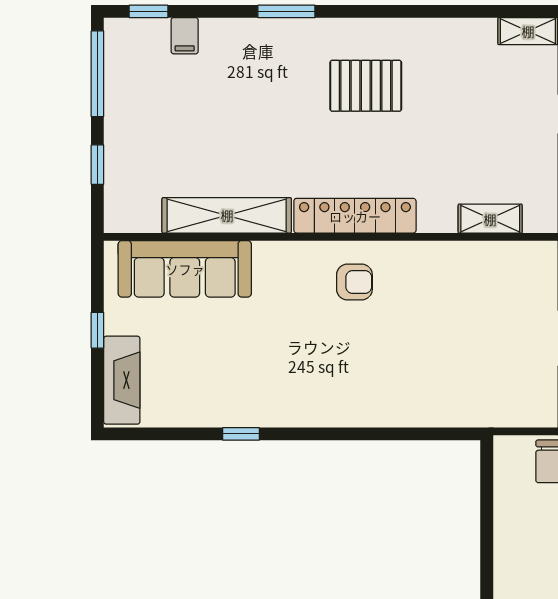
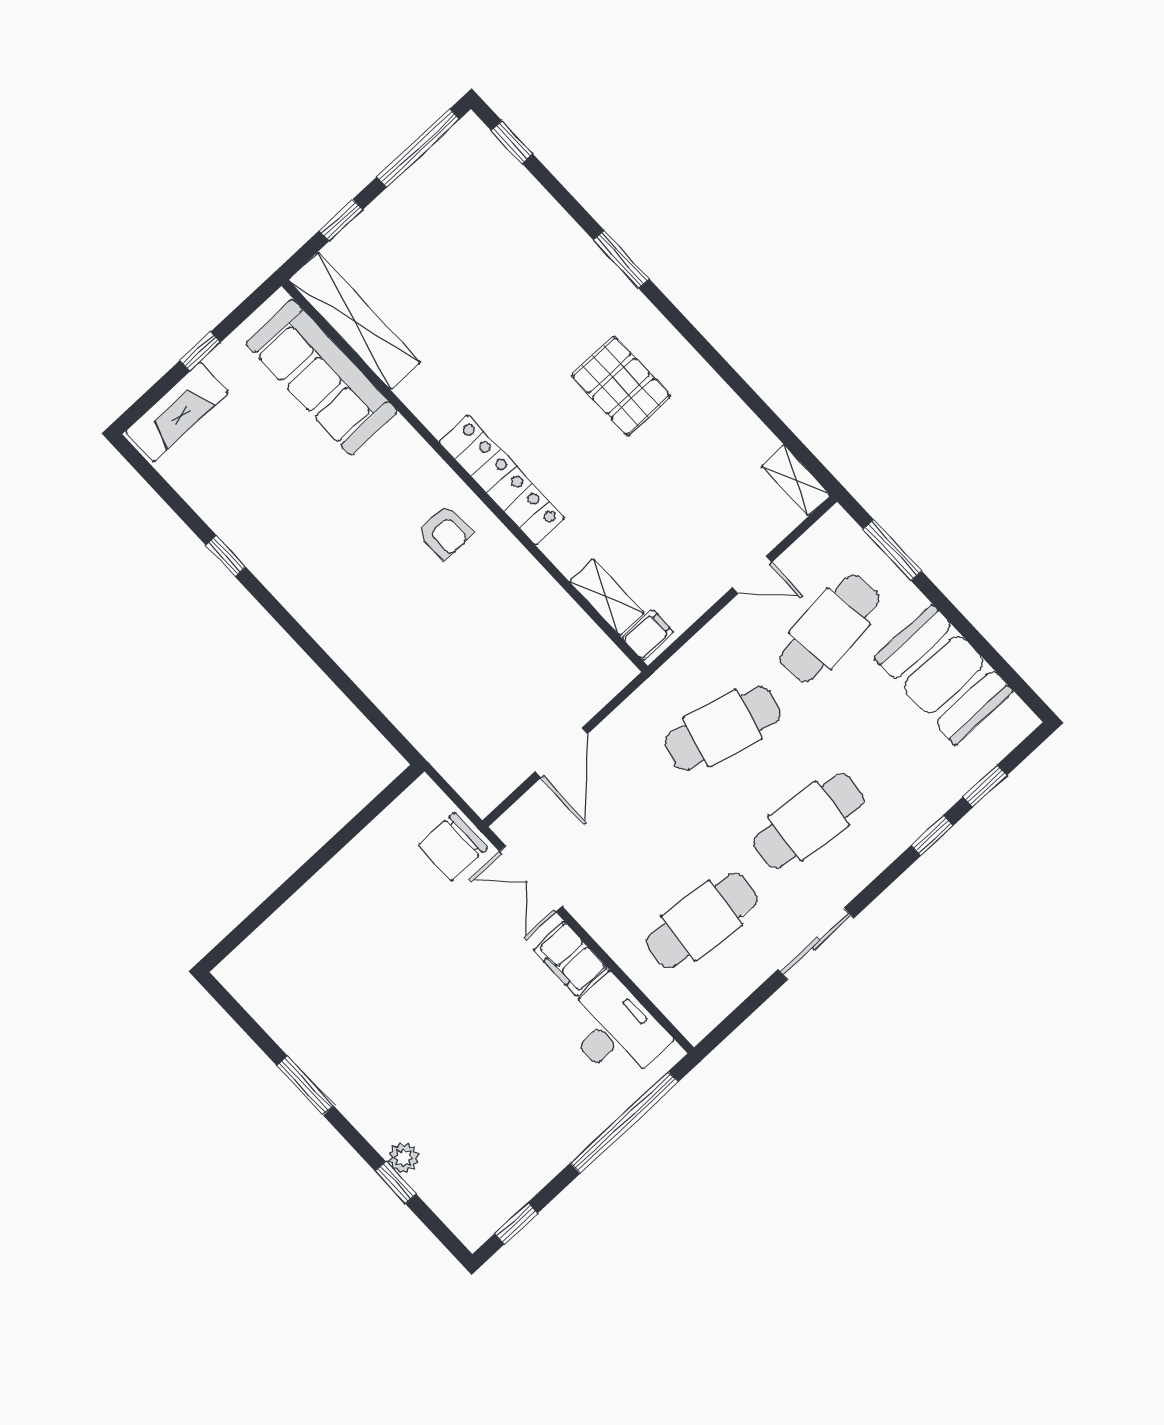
filing cabinet: (185, 36) -> (648, 635), moved, turned 180
shelving: (227, 215) -> (354, 321), moved

